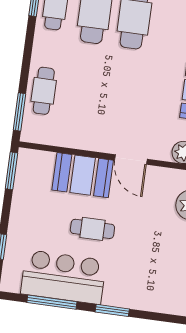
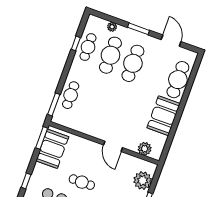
booth: (83, 175) -> (52, 149), moved, turned 90

